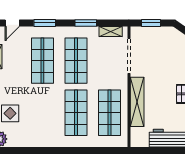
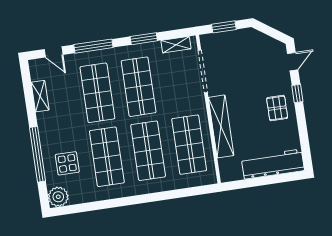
door: (12, 23) -> (54, 52), hinge flipped
window: (45, 23) -> (93, 46), width x1.44
shop shelf: (42, 113) -> (107, 157), added

